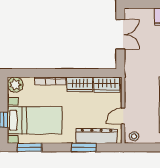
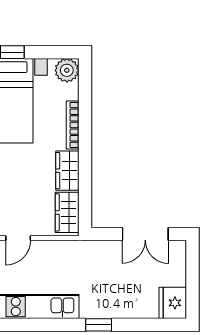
door: (123, 116) -> (18, 238), swing flipped

